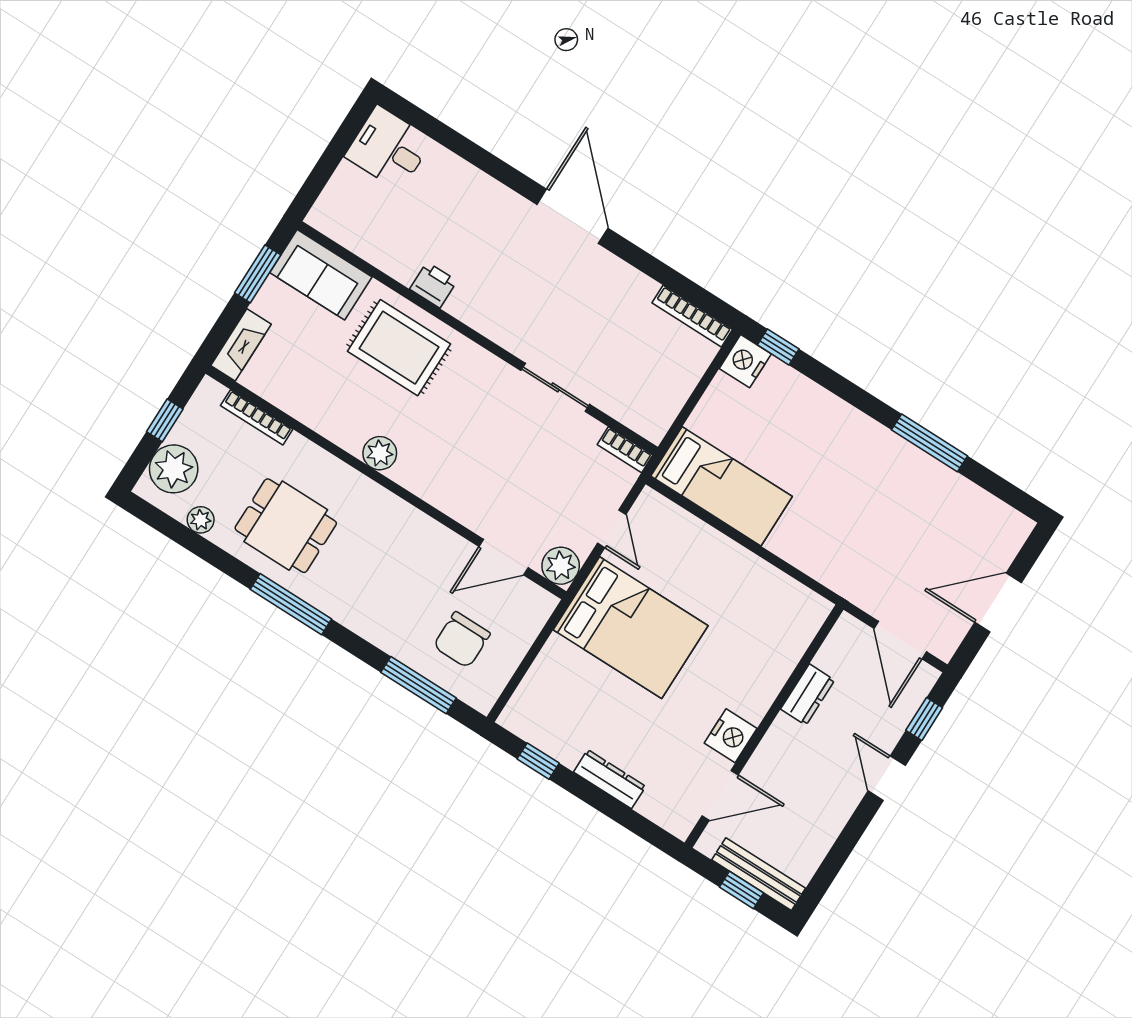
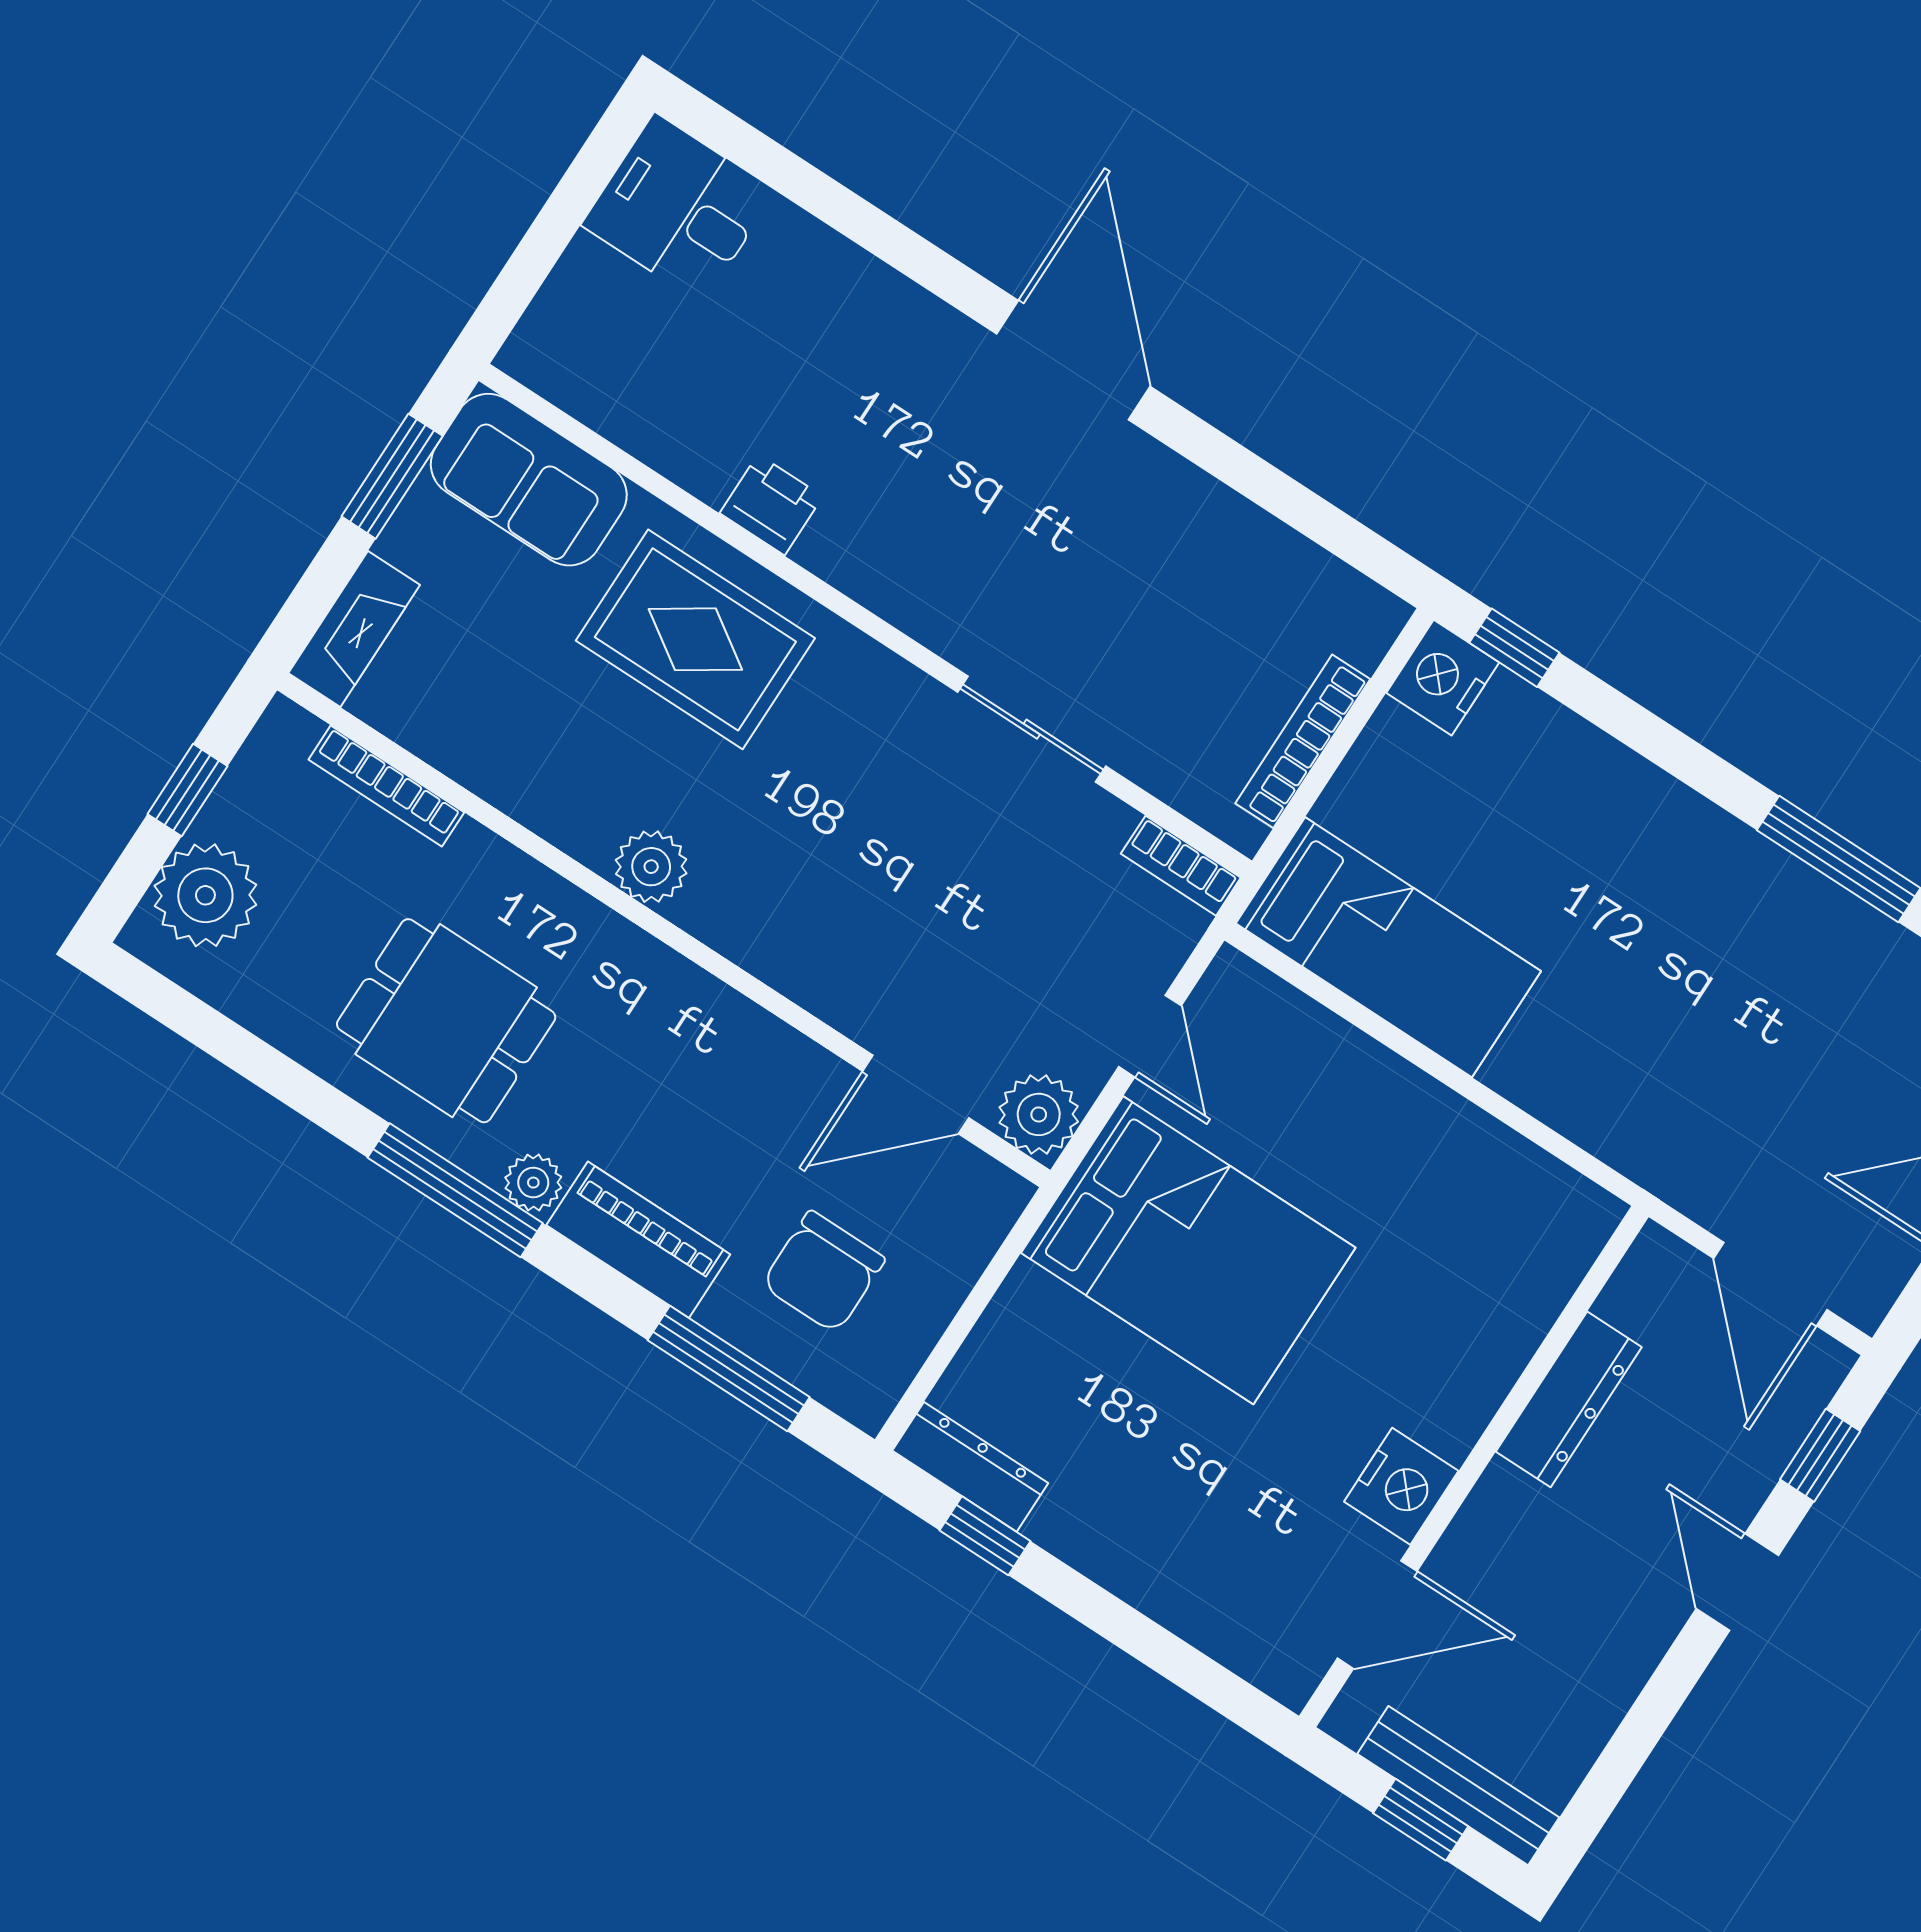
bookcase: (692, 316) -> (1303, 741), moved, turned 90
plant: (201, 520) -> (533, 1183), moved
piano: (376, 626) -> (638, 1240), added
dresser: (808, 695) -> (1569, 1399), width x1.44
dresser: (610, 779) -> (970, 1467), moved

